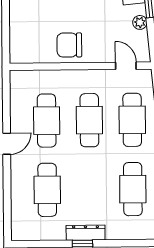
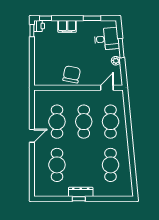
chair: (69, 45) -> (72, 74), turned 101
door: (126, 66) -> (107, 88), hinge flipped

